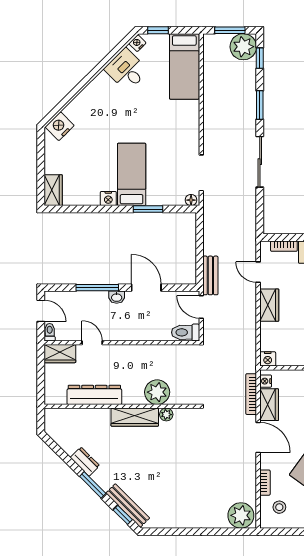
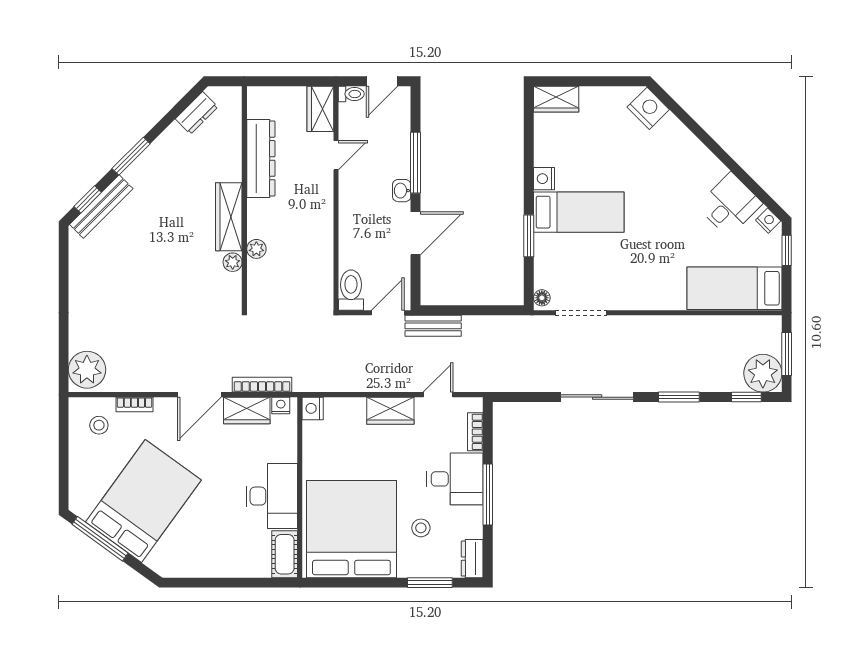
plant: (157, 392) -> (256, 249), width x0.53, depth x0.53
dresser: (85, 462) -> (197, 113), moved

